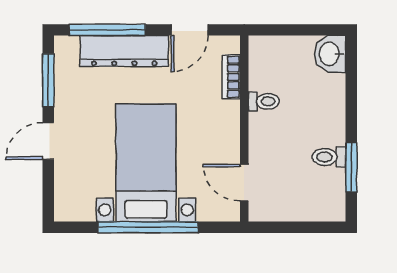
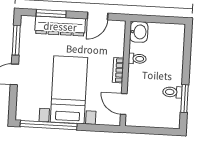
window: (107, 30) -> (51, 14), width x0.69
washbasin: (330, 54) -> (139, 32), moved, turned 180
bookcase: (231, 77) -> (118, 70), moved
window: (148, 227) -> (49, 125), moved

